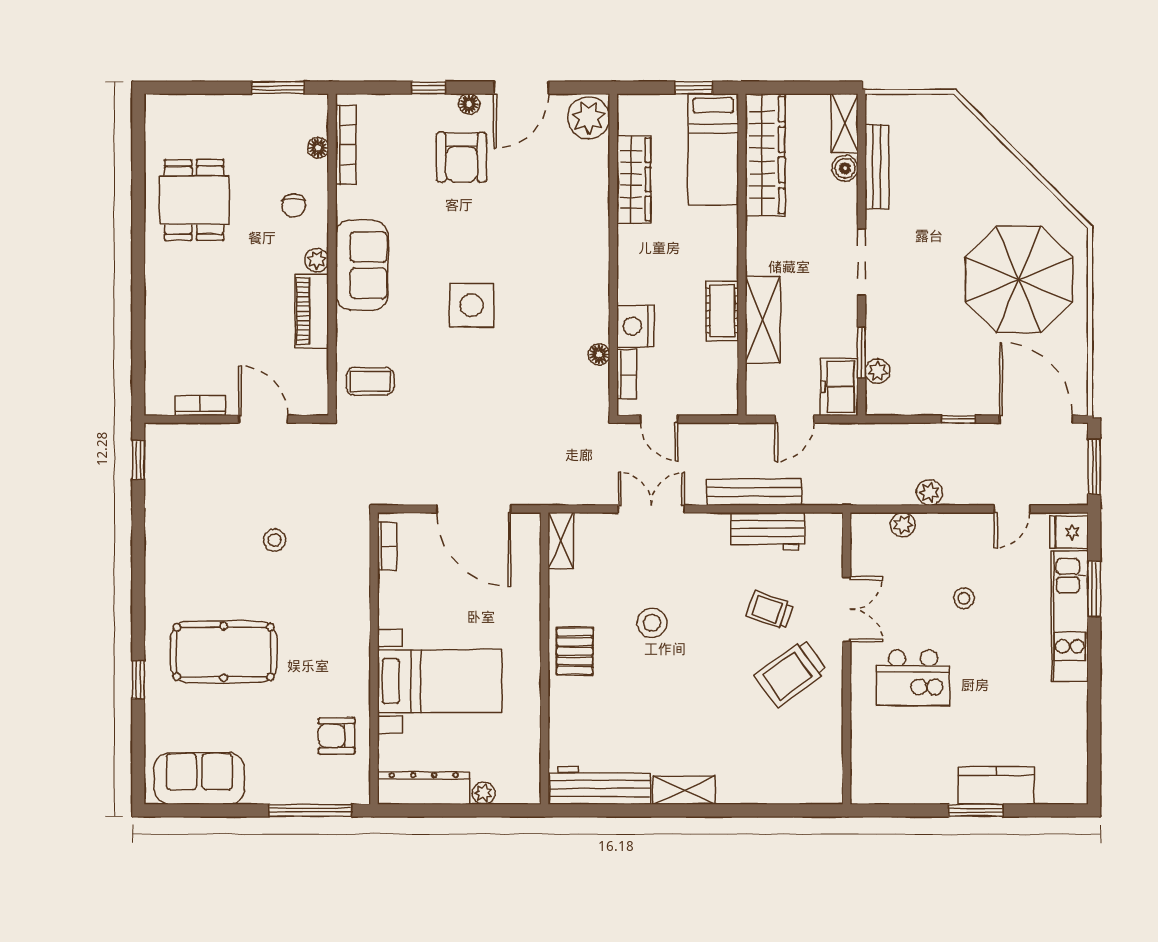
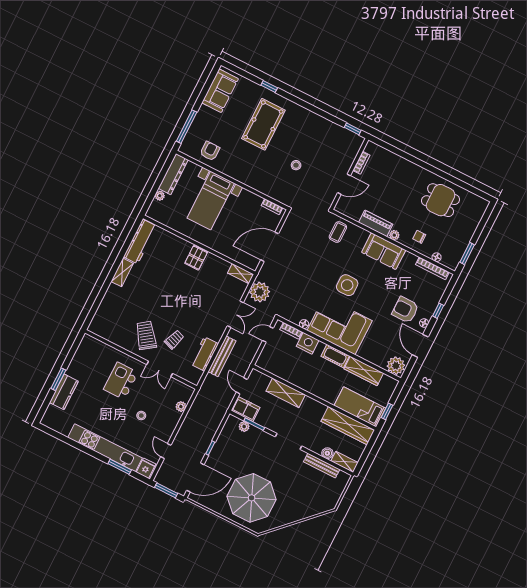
corner sofa: (564, 278) -> (340, 326), added
cot: (722, 311) -> (335, 356), moved
plant: (930, 493) -> (260, 292), moved, width x1.88, depth x1.88
kitchen unit: (1070, 616) -> (105, 448), width x1.36
stool: (652, 623) -> (192, 292), removed
pallet: (575, 651) -> (196, 258), turned 90

